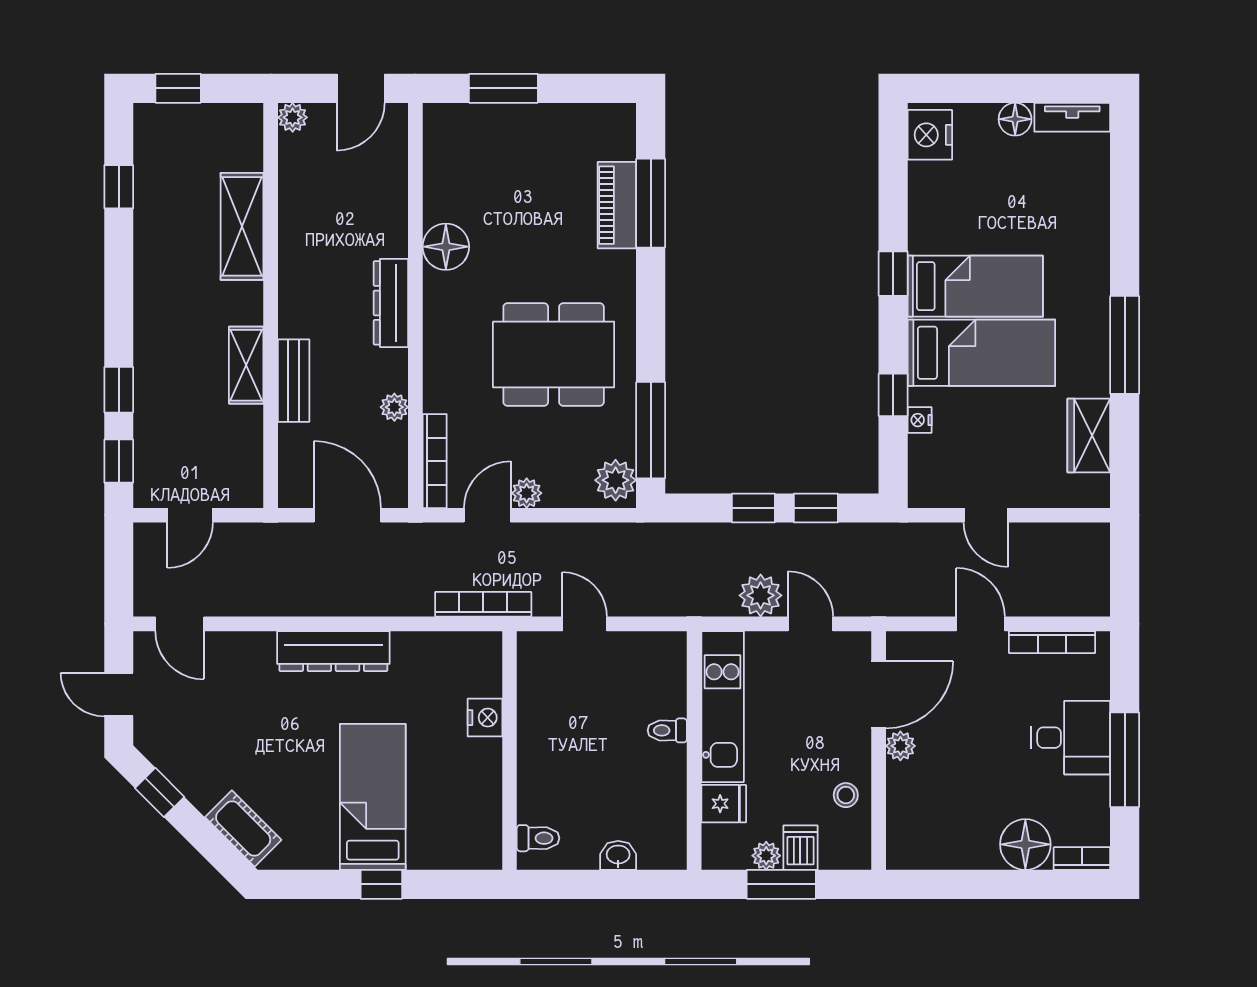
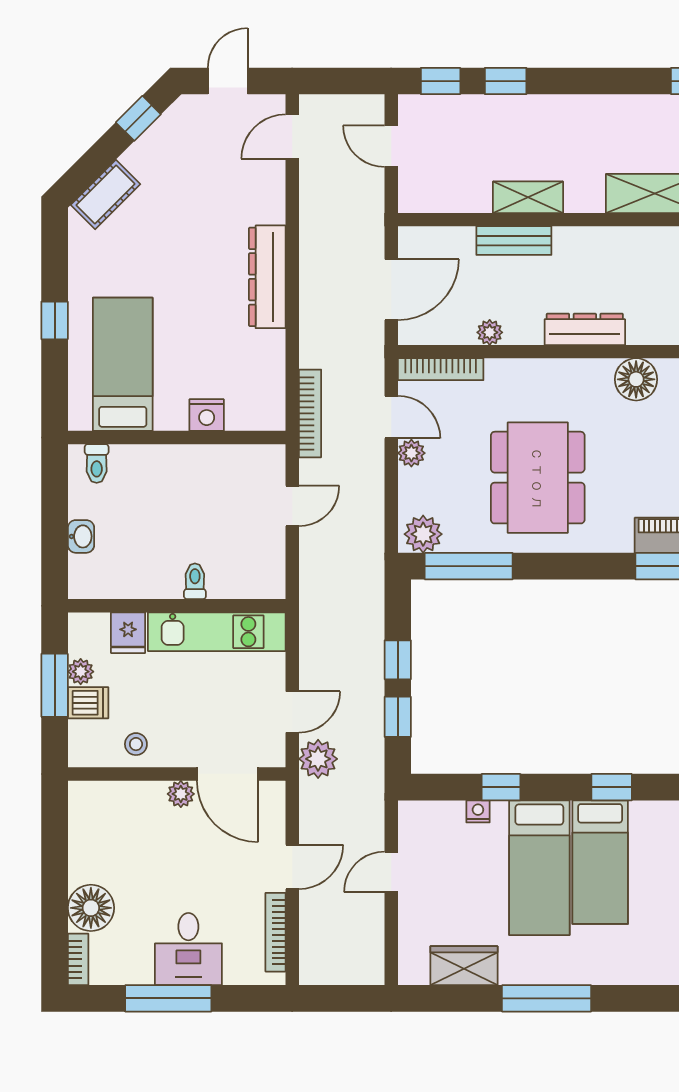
plant: (761, 595) -> (318, 759), moved
bed: (373, 797) -> (123, 364), moved, turned -90

